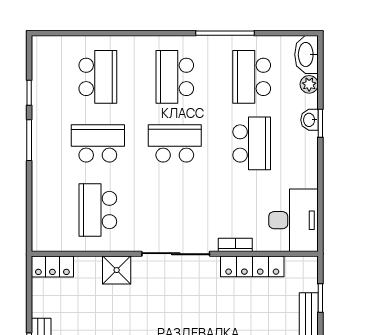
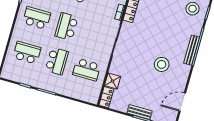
school desk: (175, 77) -> (37, 18), turned 180
school desk: (98, 143) -> (57, 61), turned 180
shower: (117, 270) -> (113, 81), moved

